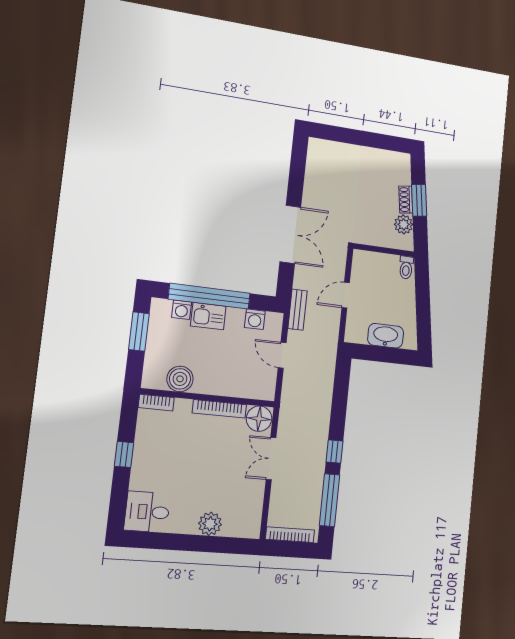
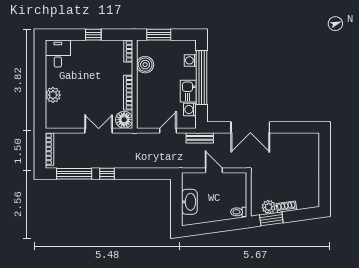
window: (419, 200) -> (271, 219), moved
kitchen sink: (208, 316) -> (188, 91), moved
window: (139, 332) -> (159, 35), moved

